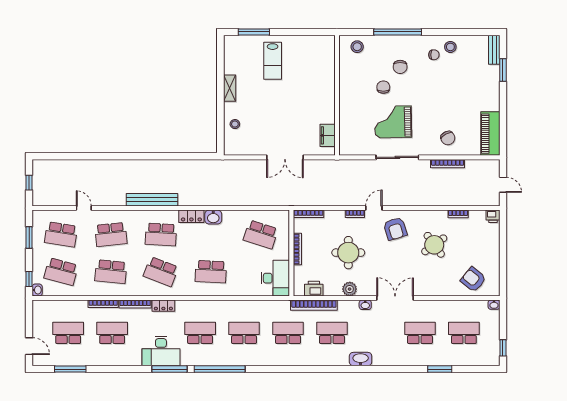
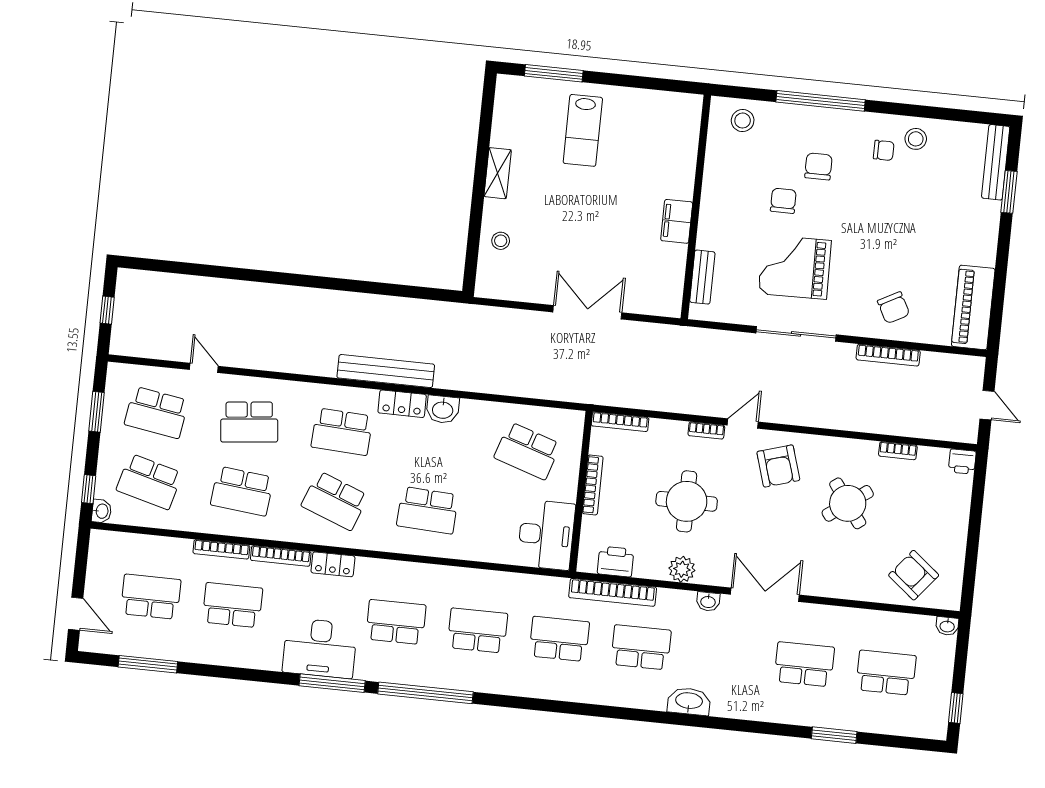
bench: (494, 50) -> (996, 162), width x1.36
chair: (400, 67) -> (818, 166), turned 180
bench: (344, 132) -> (702, 277), added
filing cabinet: (328, 135) -> (677, 221), moved
double door: (285, 157) -> (587, 312), swing flipped
bench: (152, 200) -> (386, 371), moved

